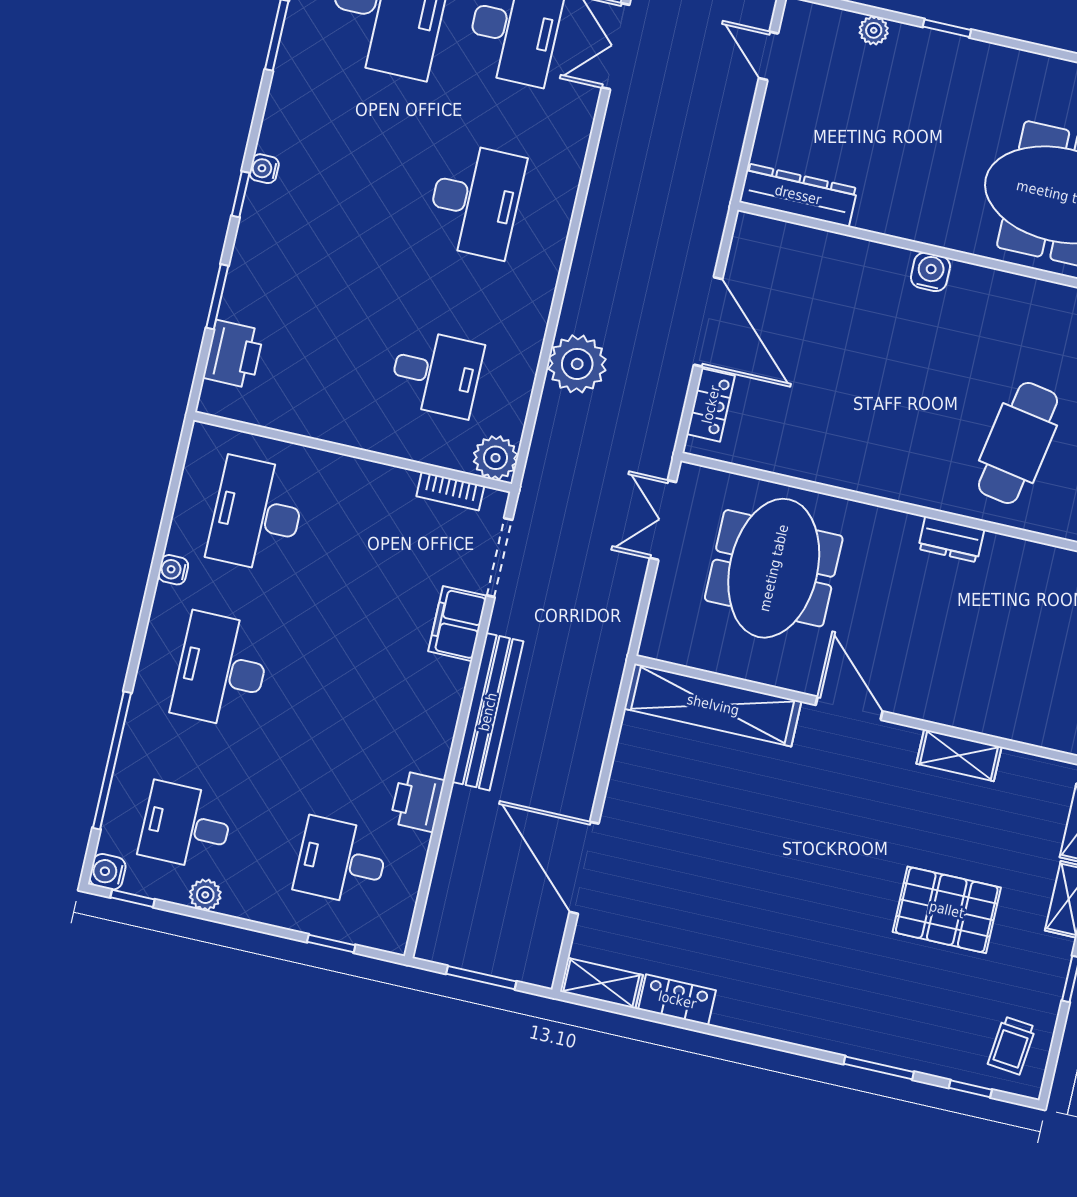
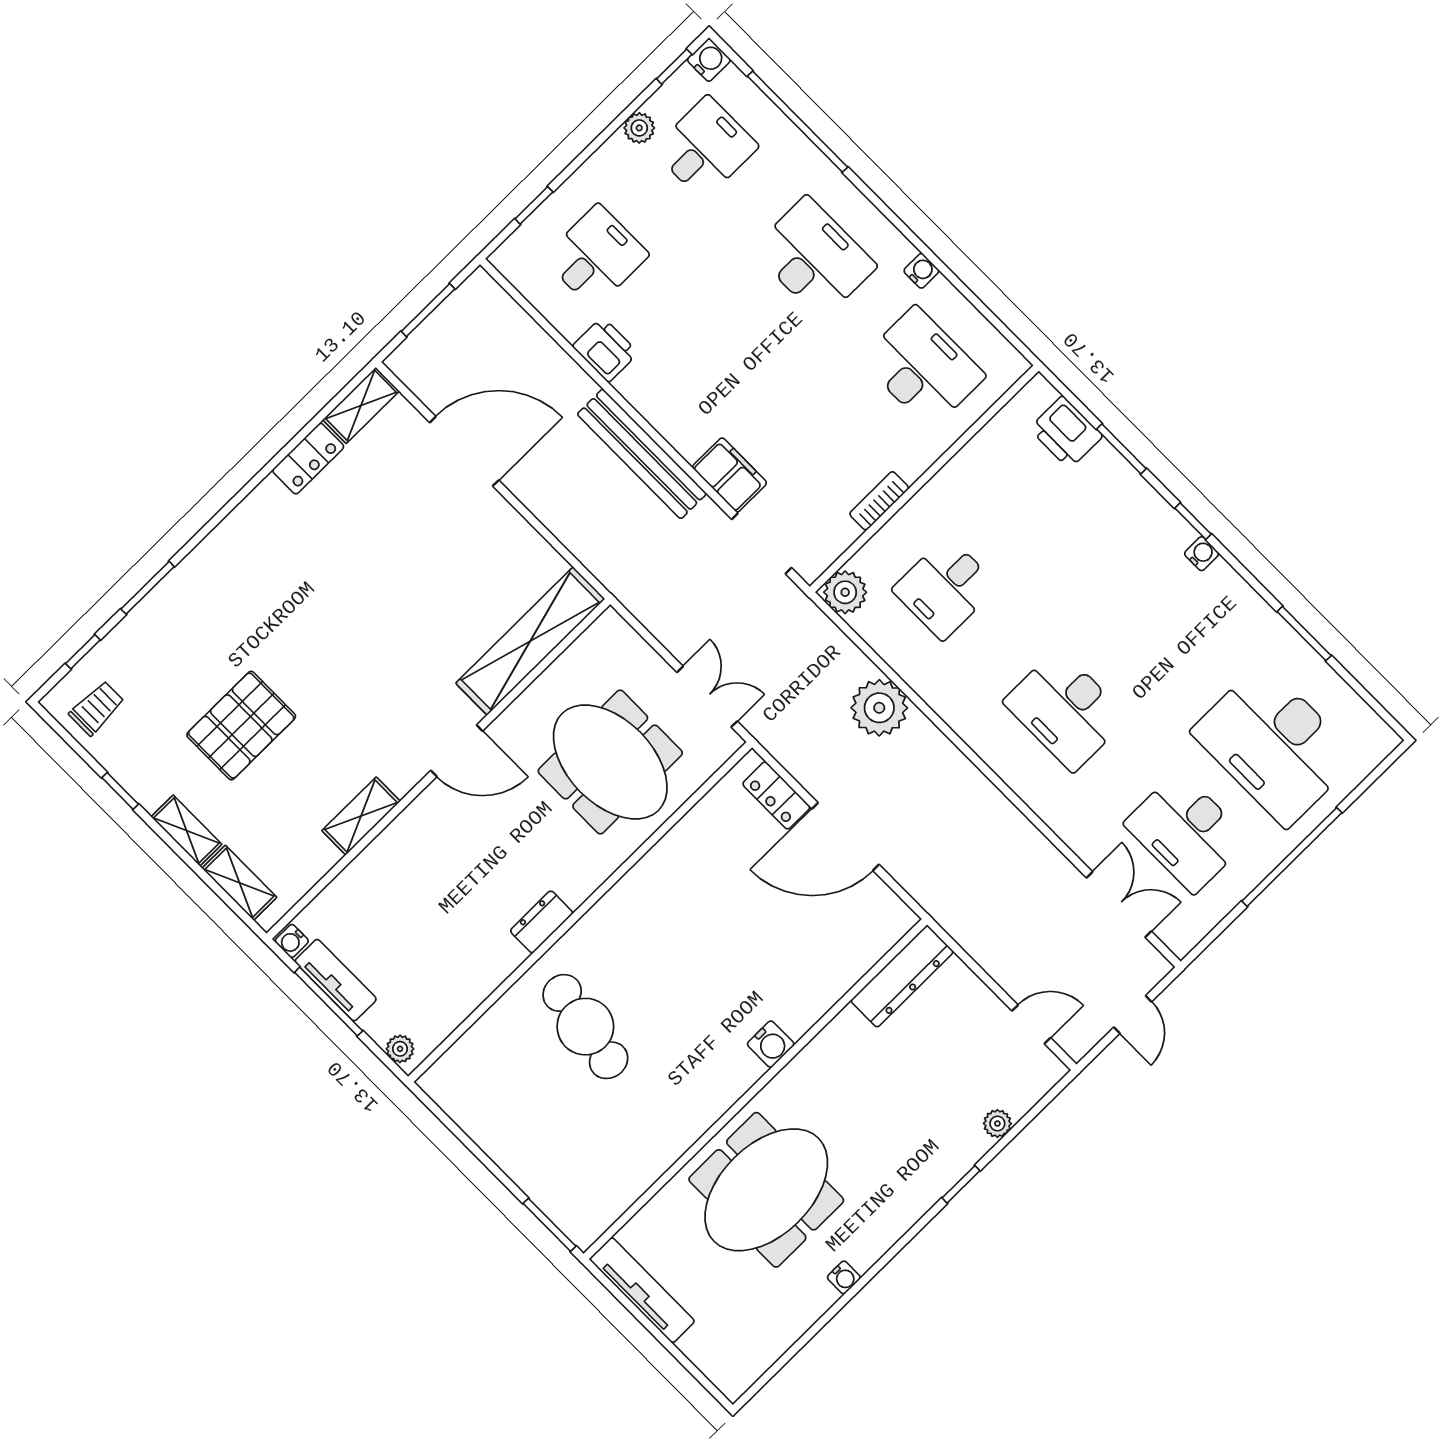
bookcase: (450, 491) -> (879, 501), moved
trolley: (1012, 1045) -> (97, 708), turned 84

